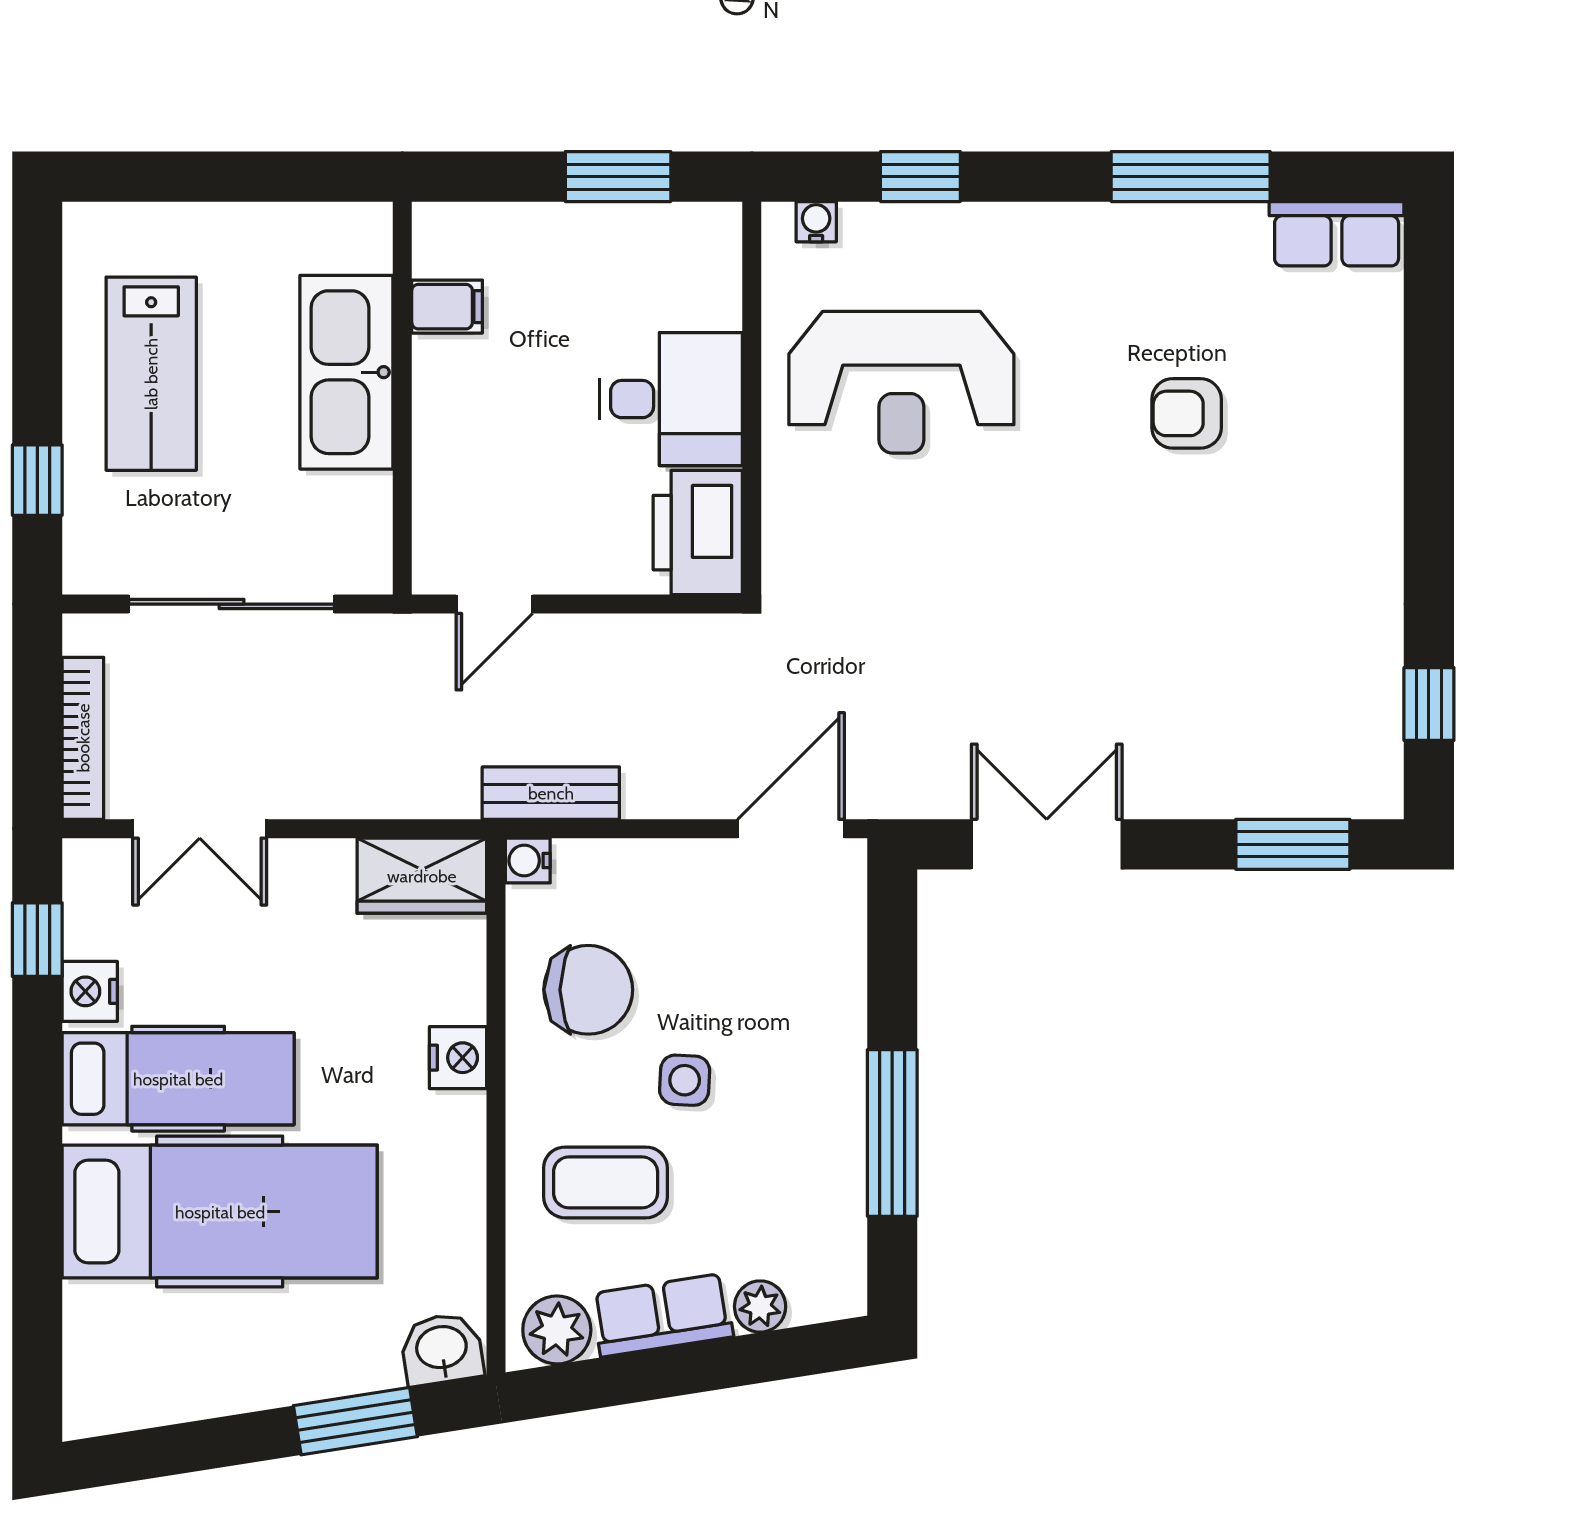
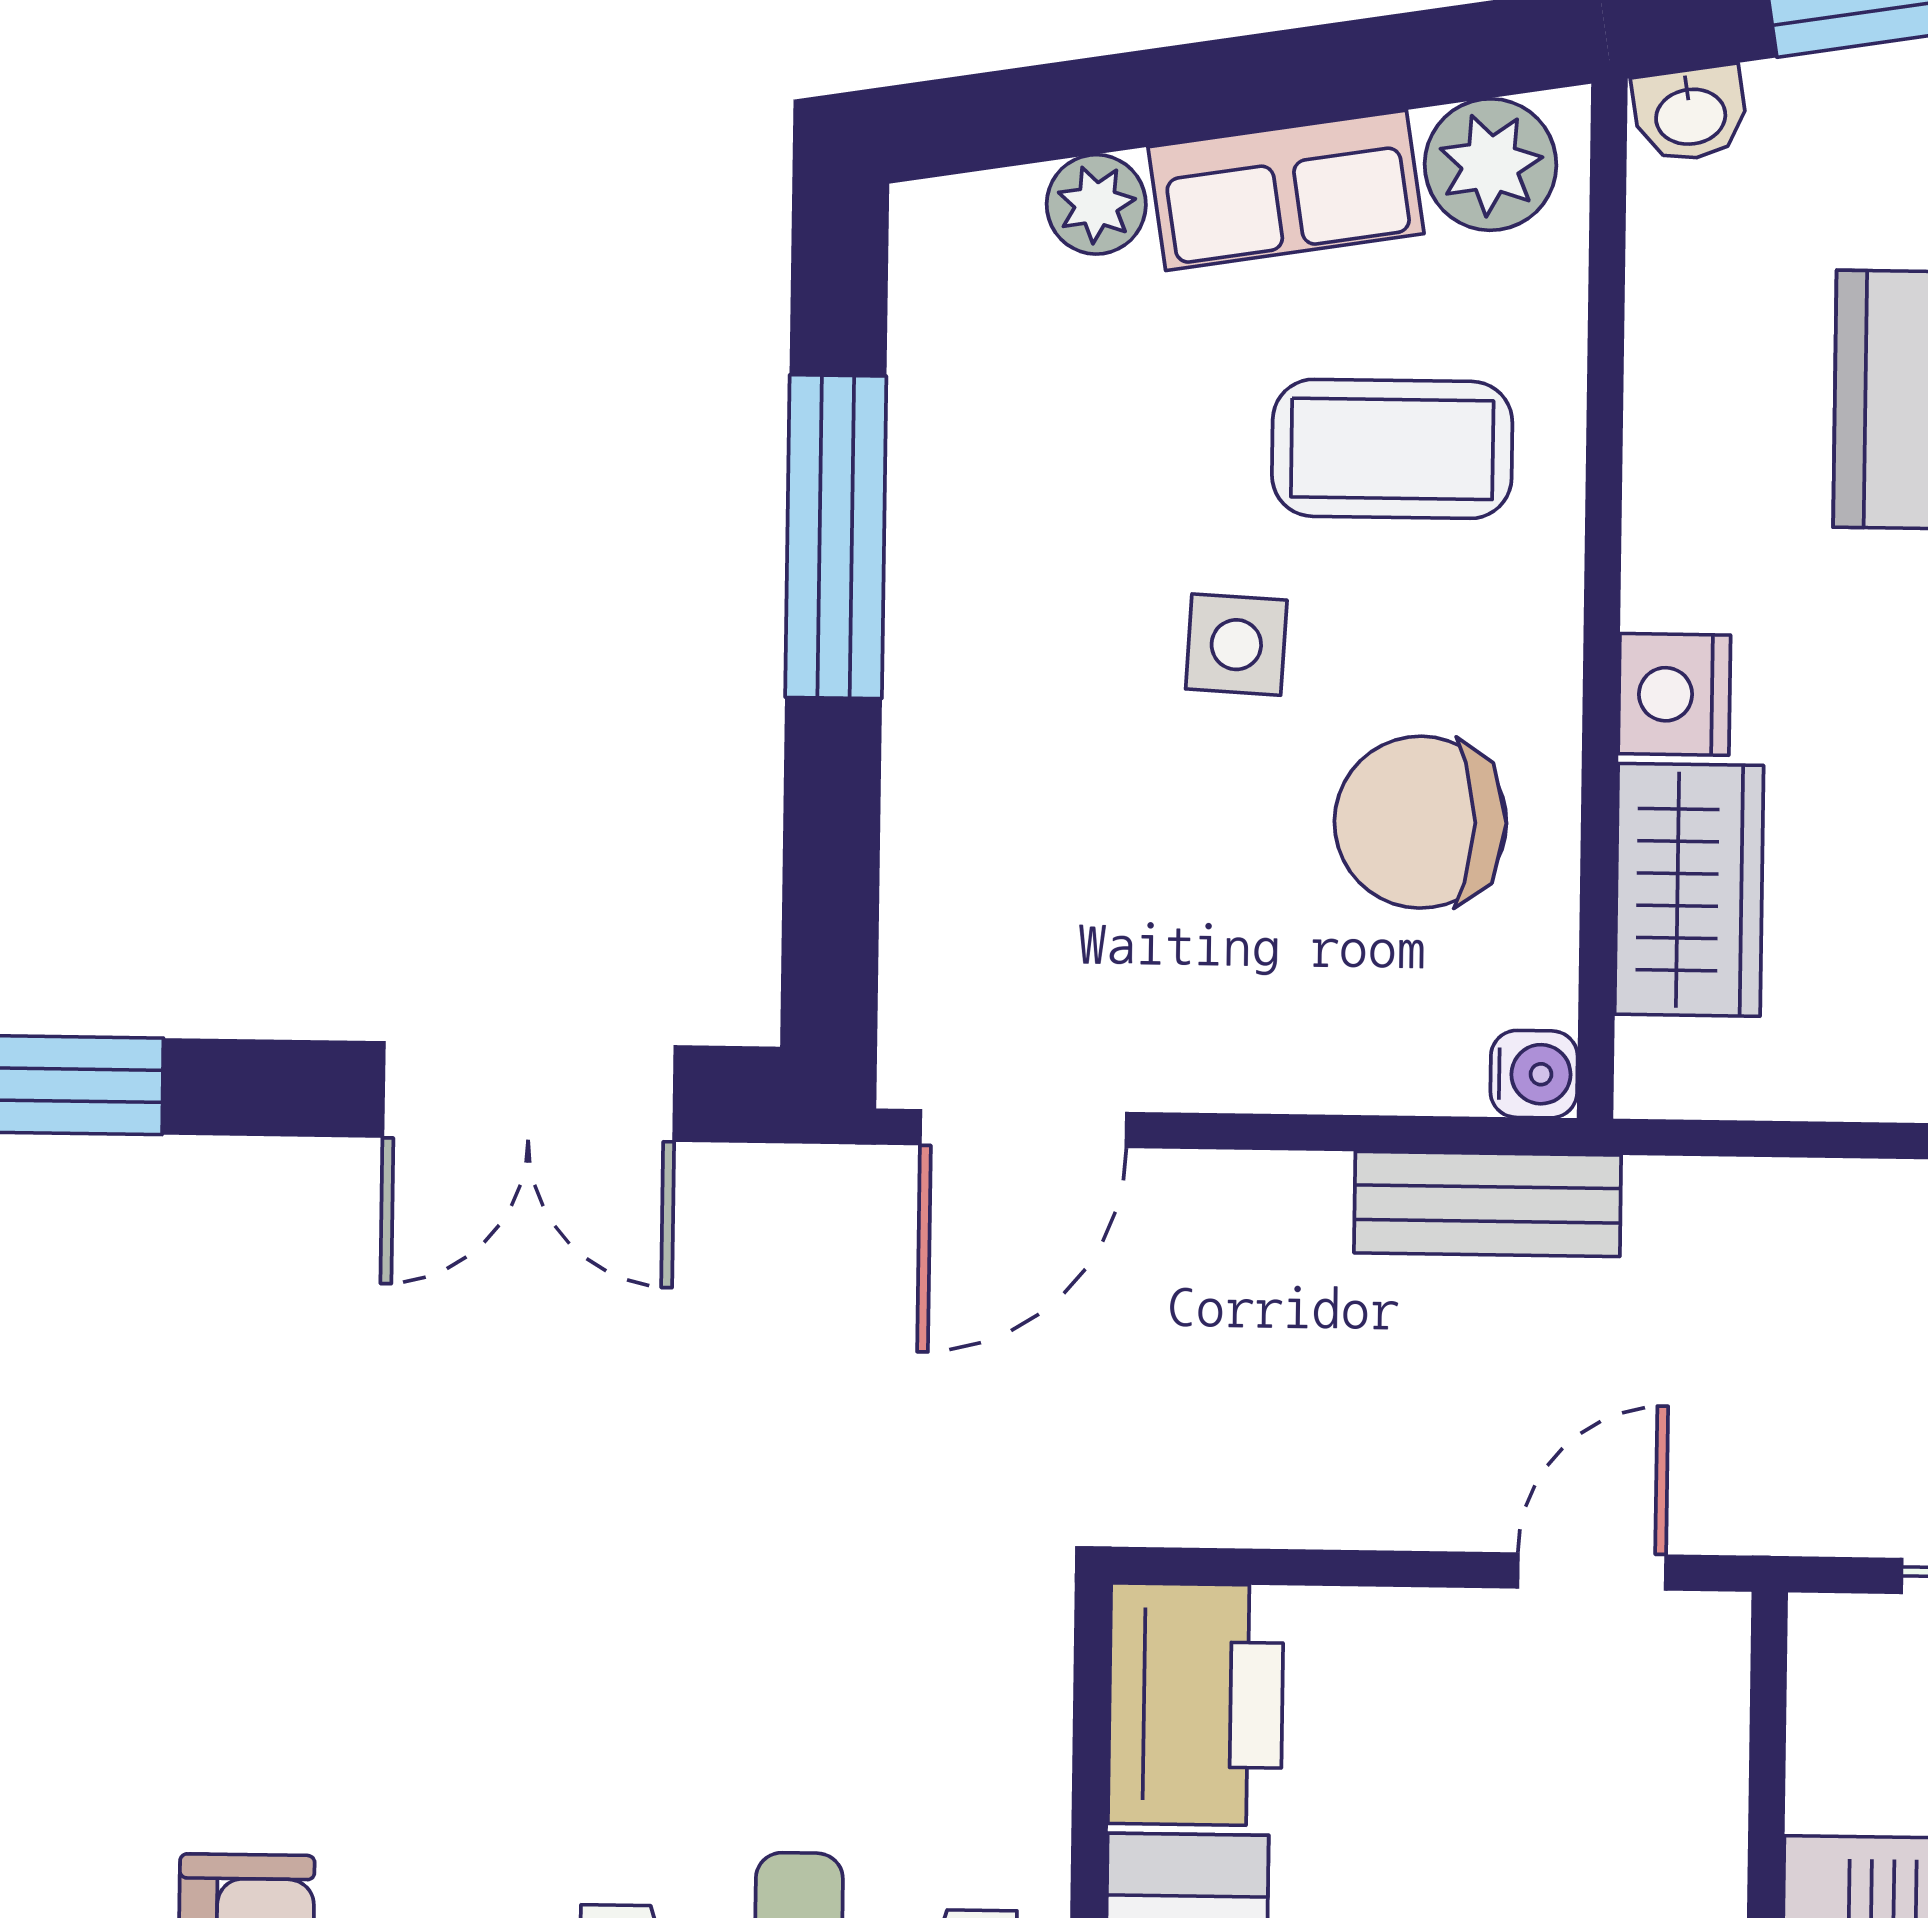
wardrobe: (422, 876) -> (1689, 890), moved, turned 90
washbasin: (442, 1349) -> (1690, 114), width x0.72, depth x0.69

